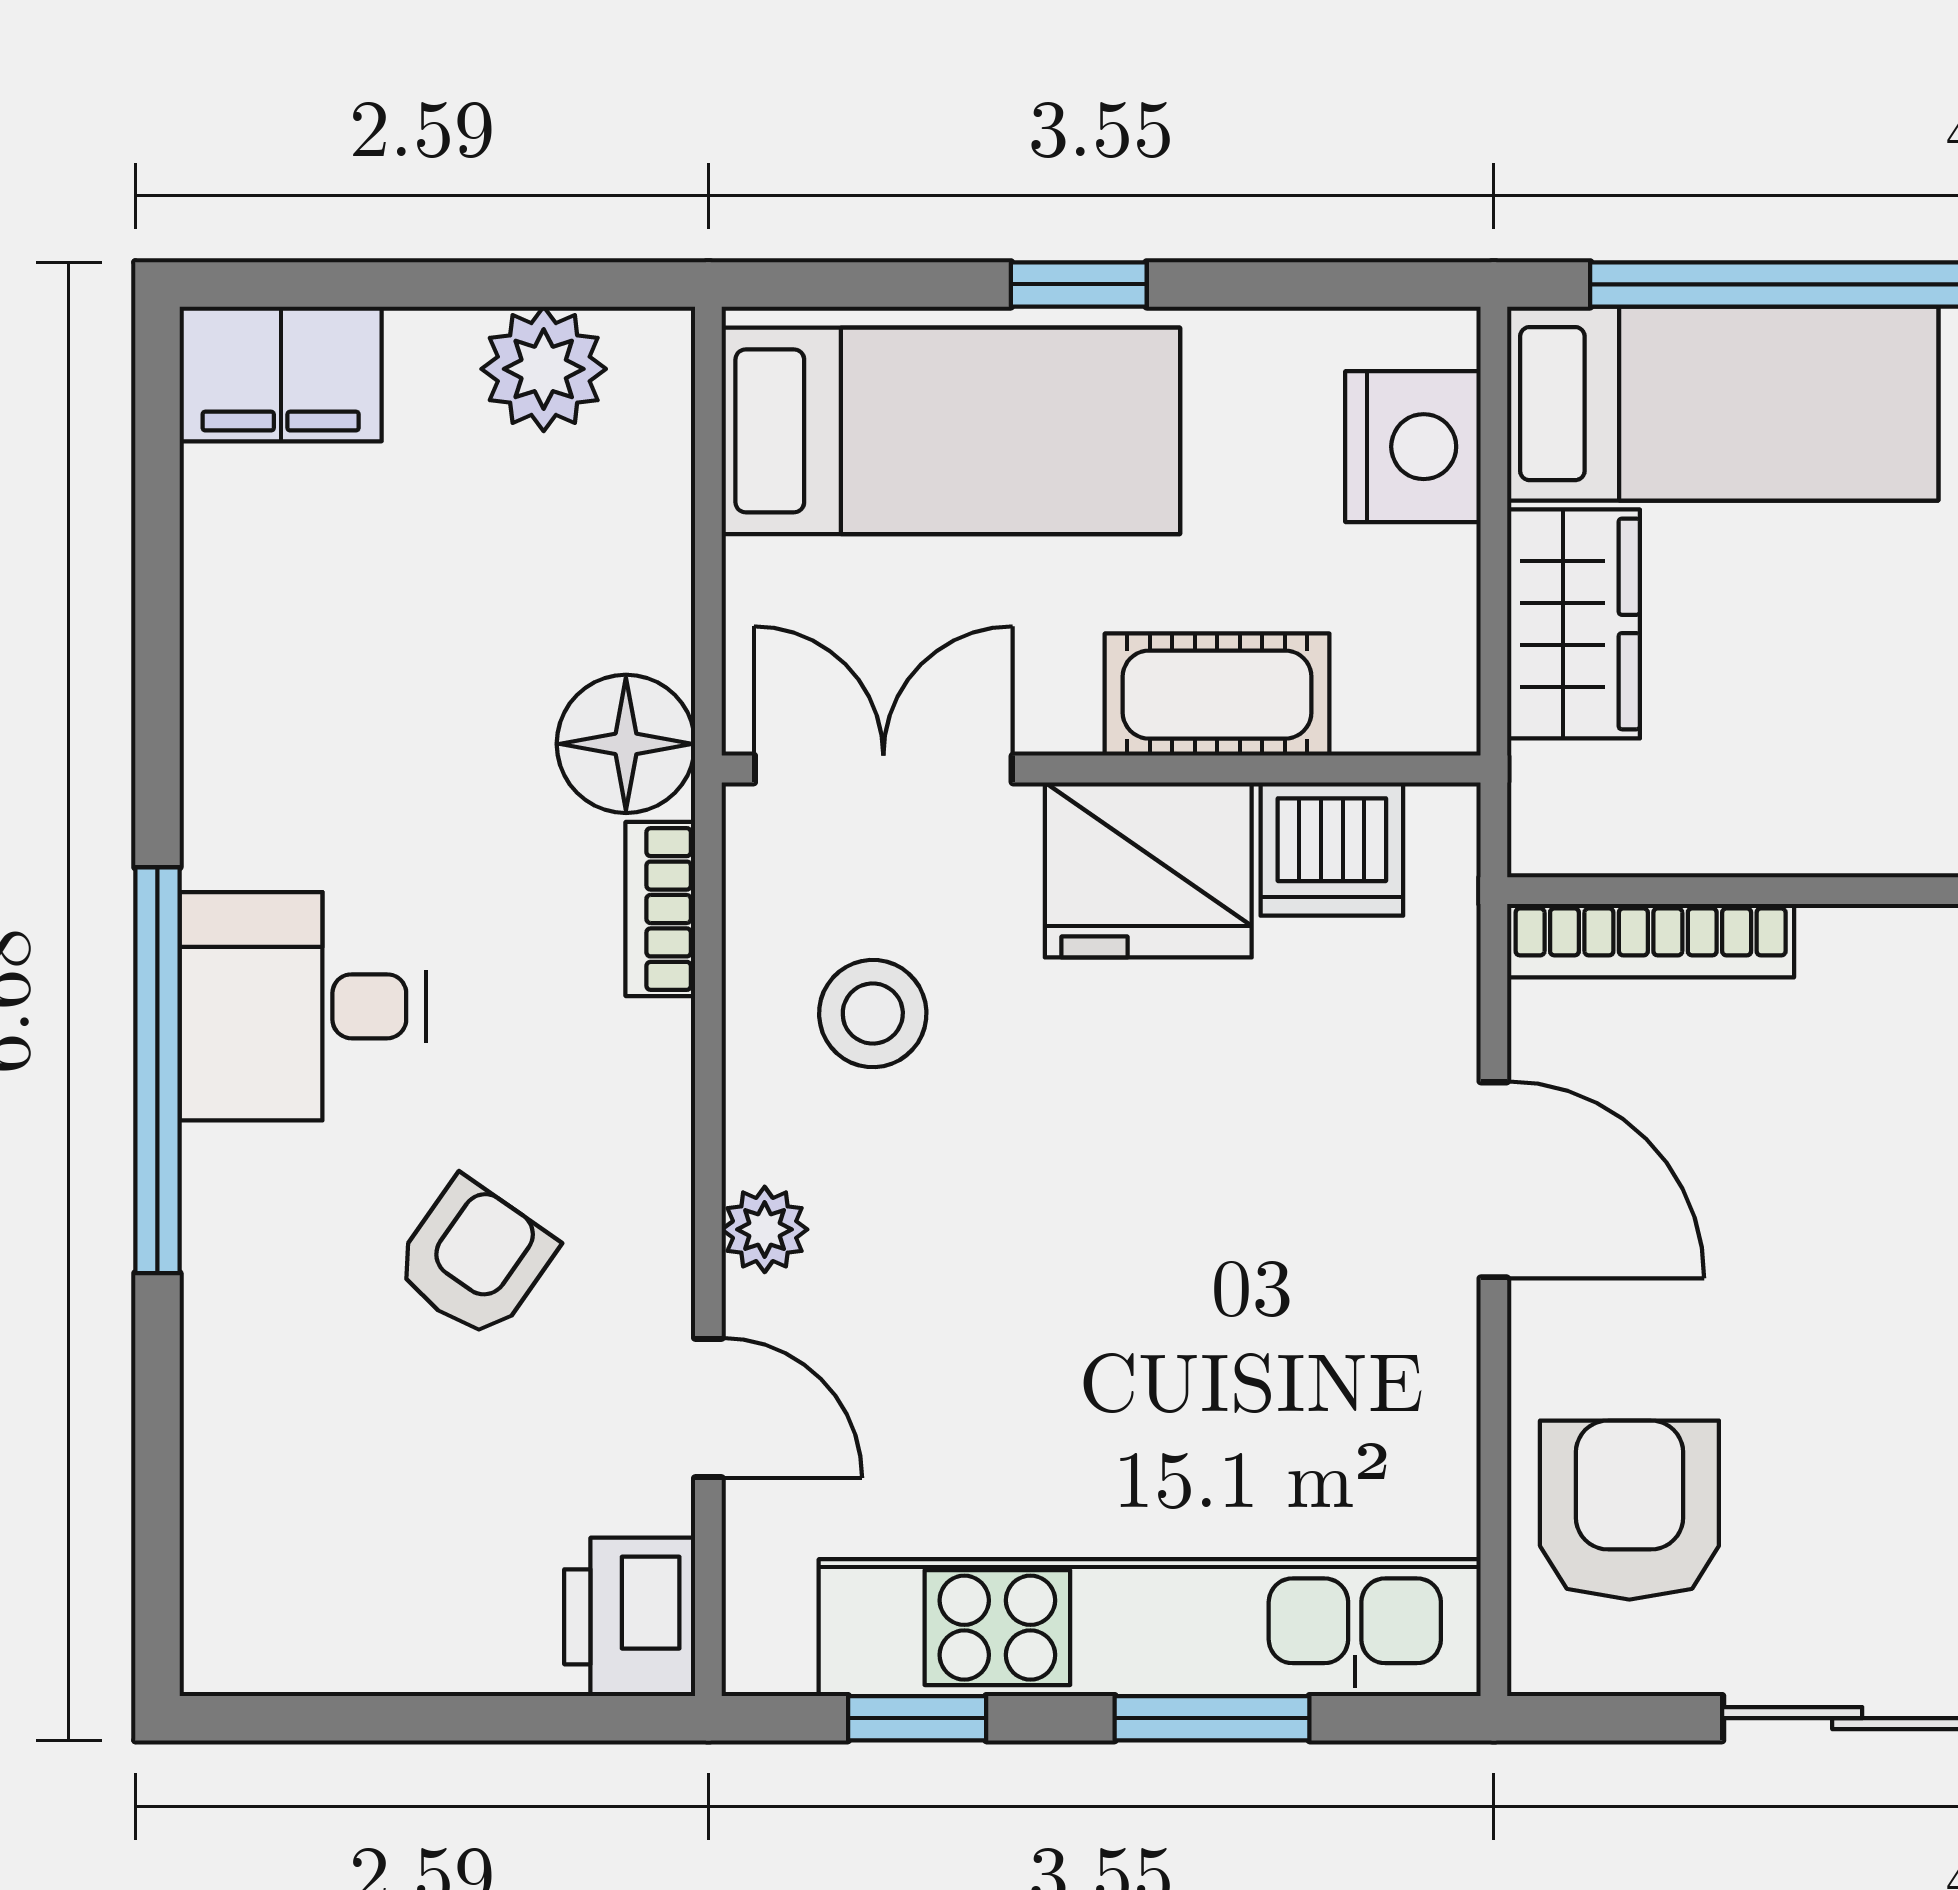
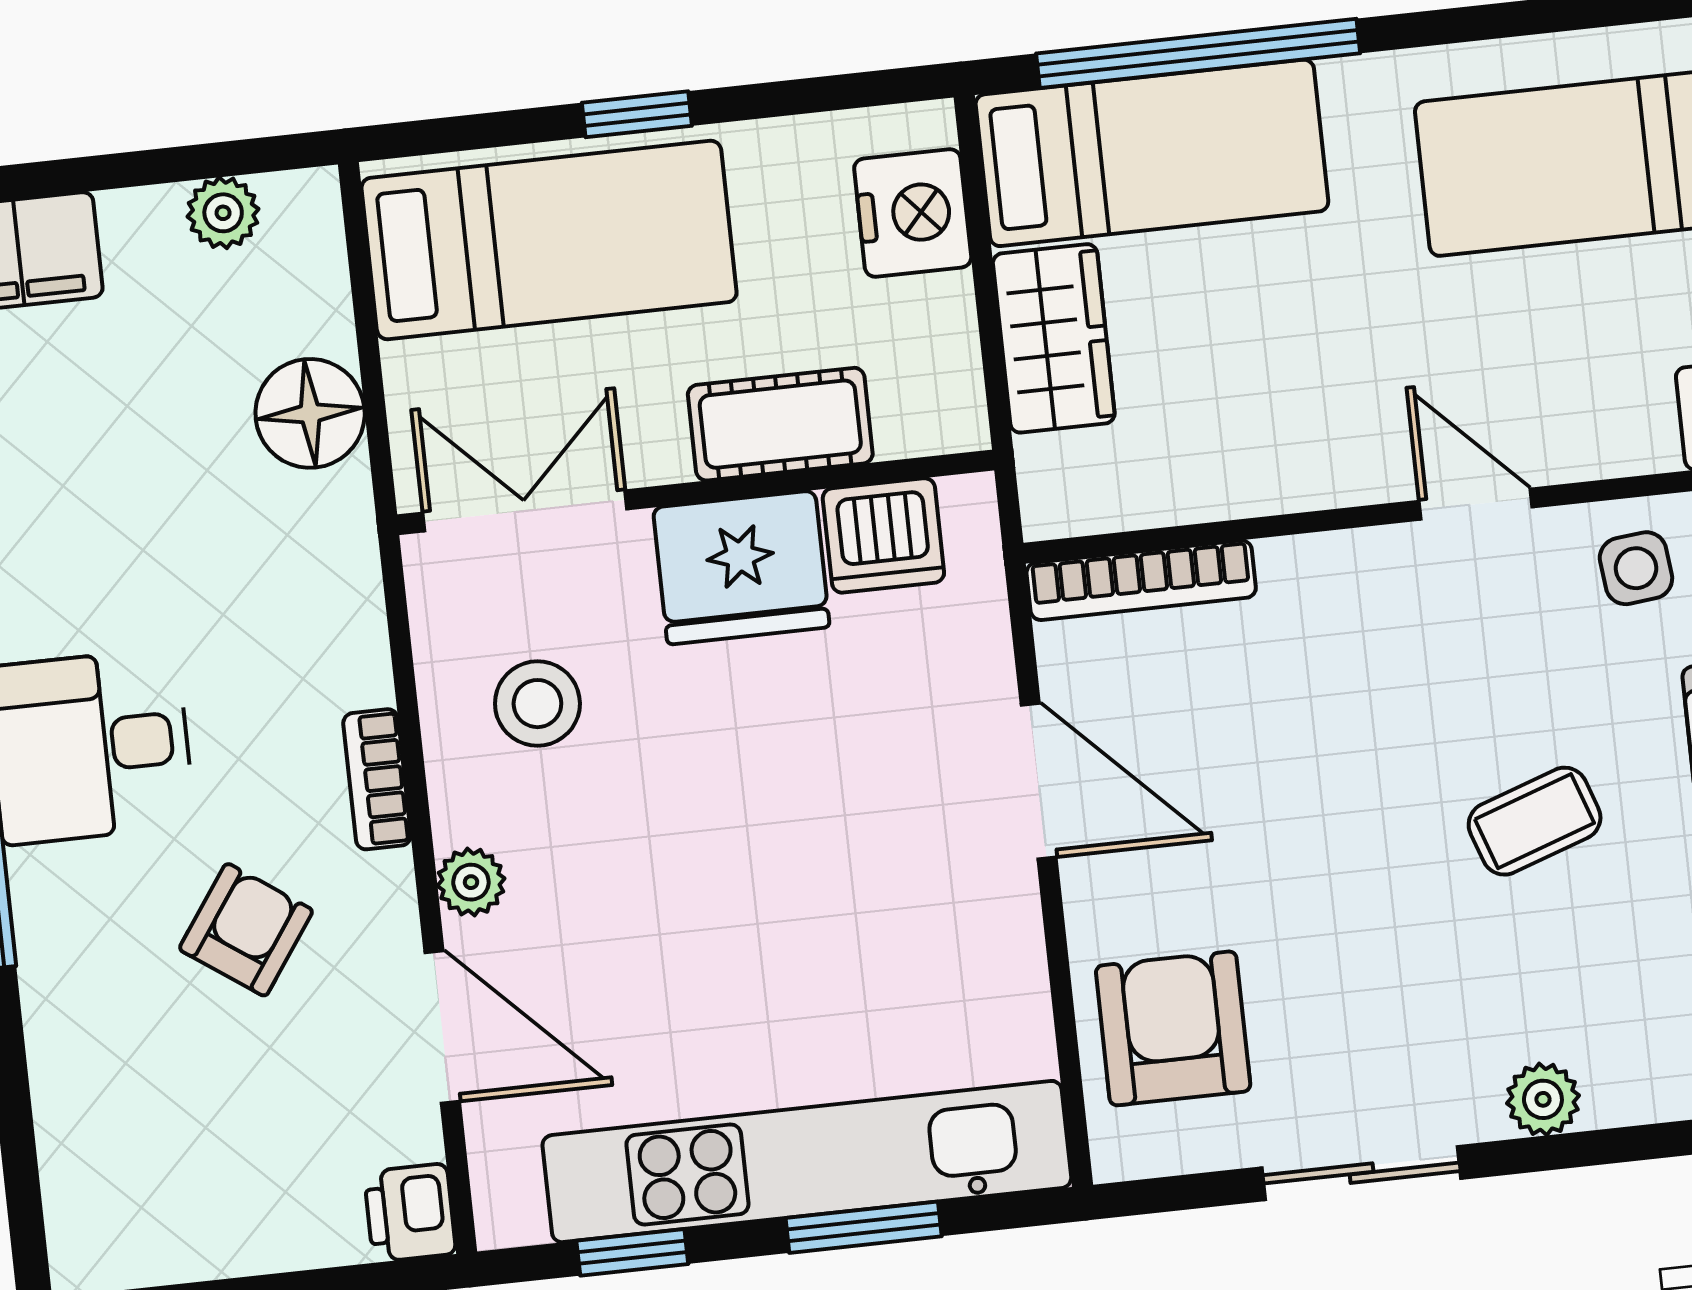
plant: (544, 369) -> (223, 213), width x0.73, depth x0.73
floor lamp: (626, 744) -> (310, 413), moved
bookcase: (660, 909) -> (377, 779), moved
door: (708, 1408) -> (442, 1027), width x1.38
printer: (630, 1617) -> (410, 1213), width x0.73, depth x0.81

